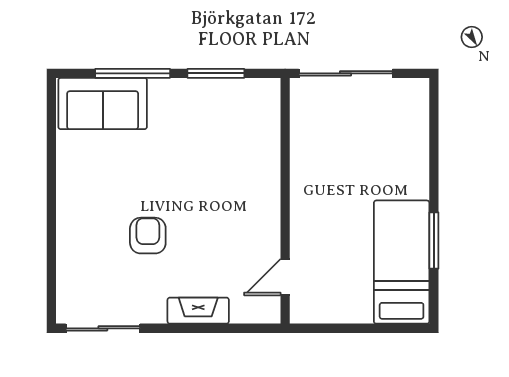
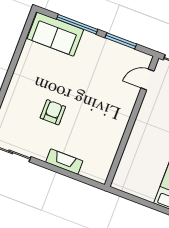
door: (285, 277) -> (147, 80), moved

